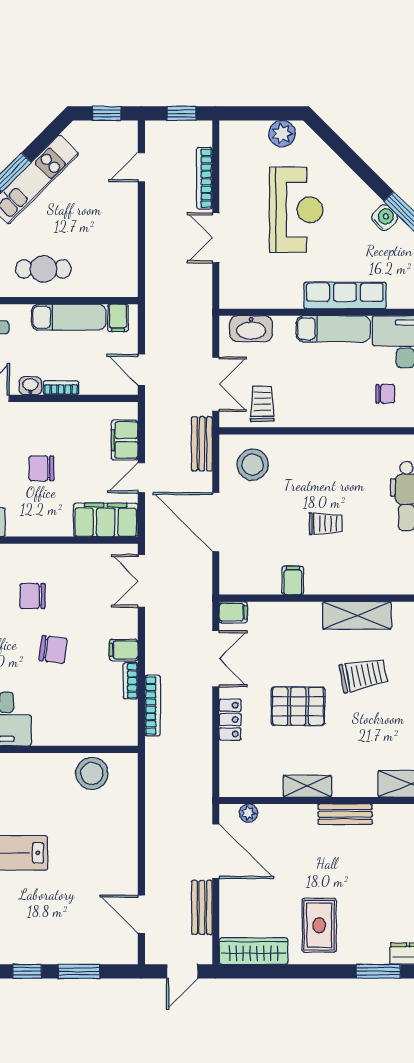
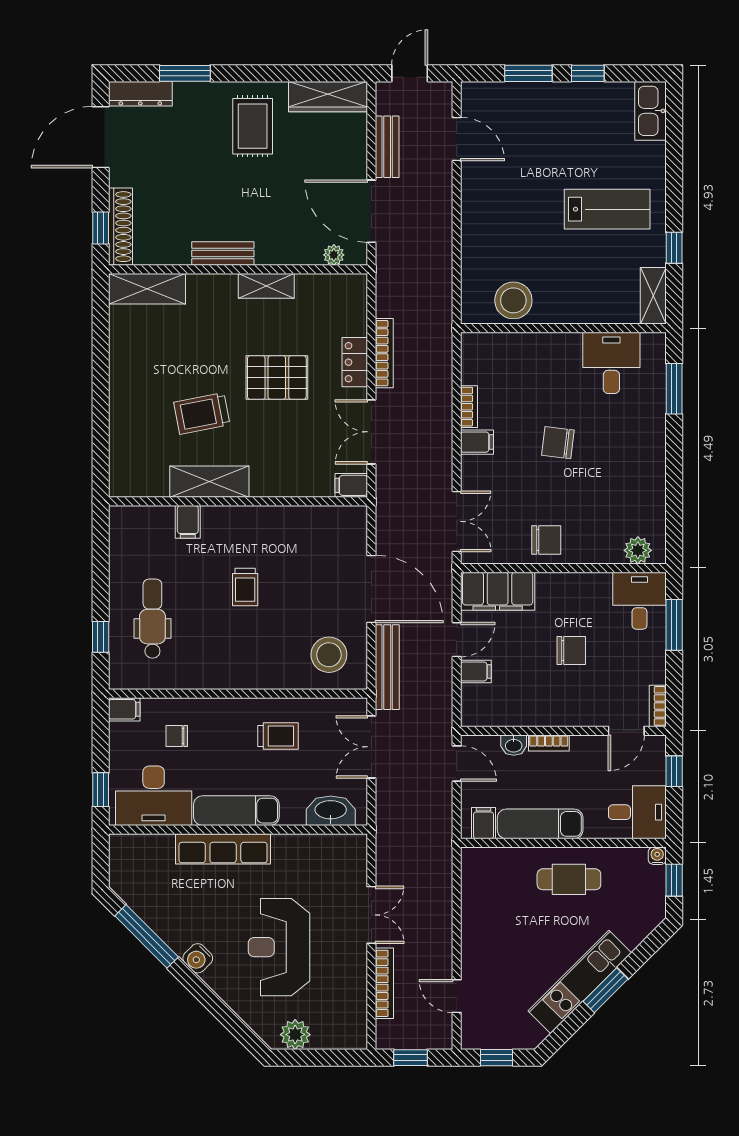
door: (141, 167) -> (457, 996), swing flipped
water cooler: (385, 218) -> (198, 958), moved
washbasin: (30, 386) -> (514, 745), moved
trolley: (262, 404) -> (278, 736), moved, turned -90
filing cabinet: (125, 440) -> (476, 671), width x0.50
bench: (202, 444) -> (387, 667), width x1.36
trolley: (326, 524) -> (245, 587), turned -90
filing cabinet: (293, 580) -> (188, 522), moved
chair: (33, 596) -> (546, 540), moved
bookcase: (153, 706) -> (384, 353), moved, turned 180

